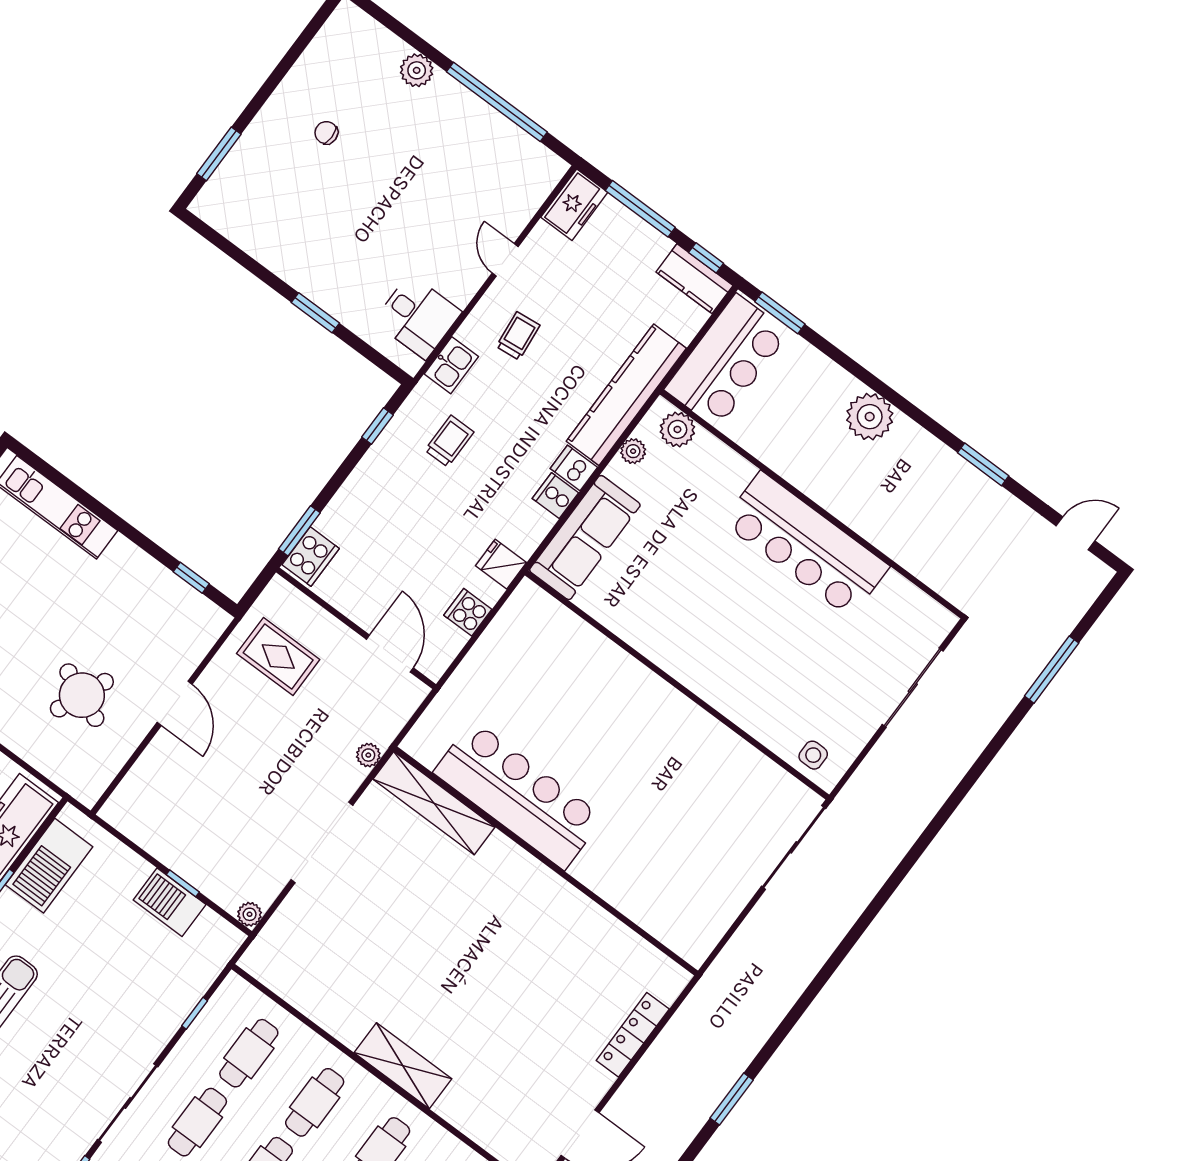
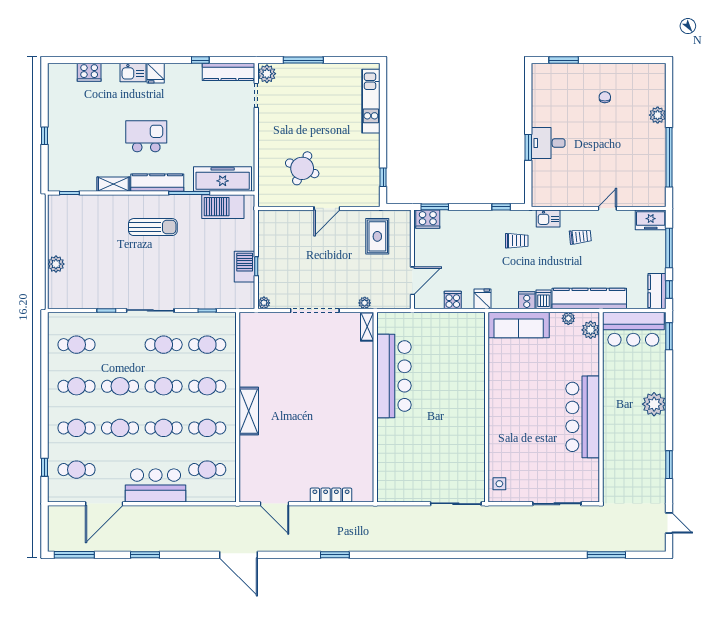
desk: (418, 317) -> (548, 143), moved, turned 90
shelving: (434, 803) -> (367, 327), width x0.45, depth x0.75

